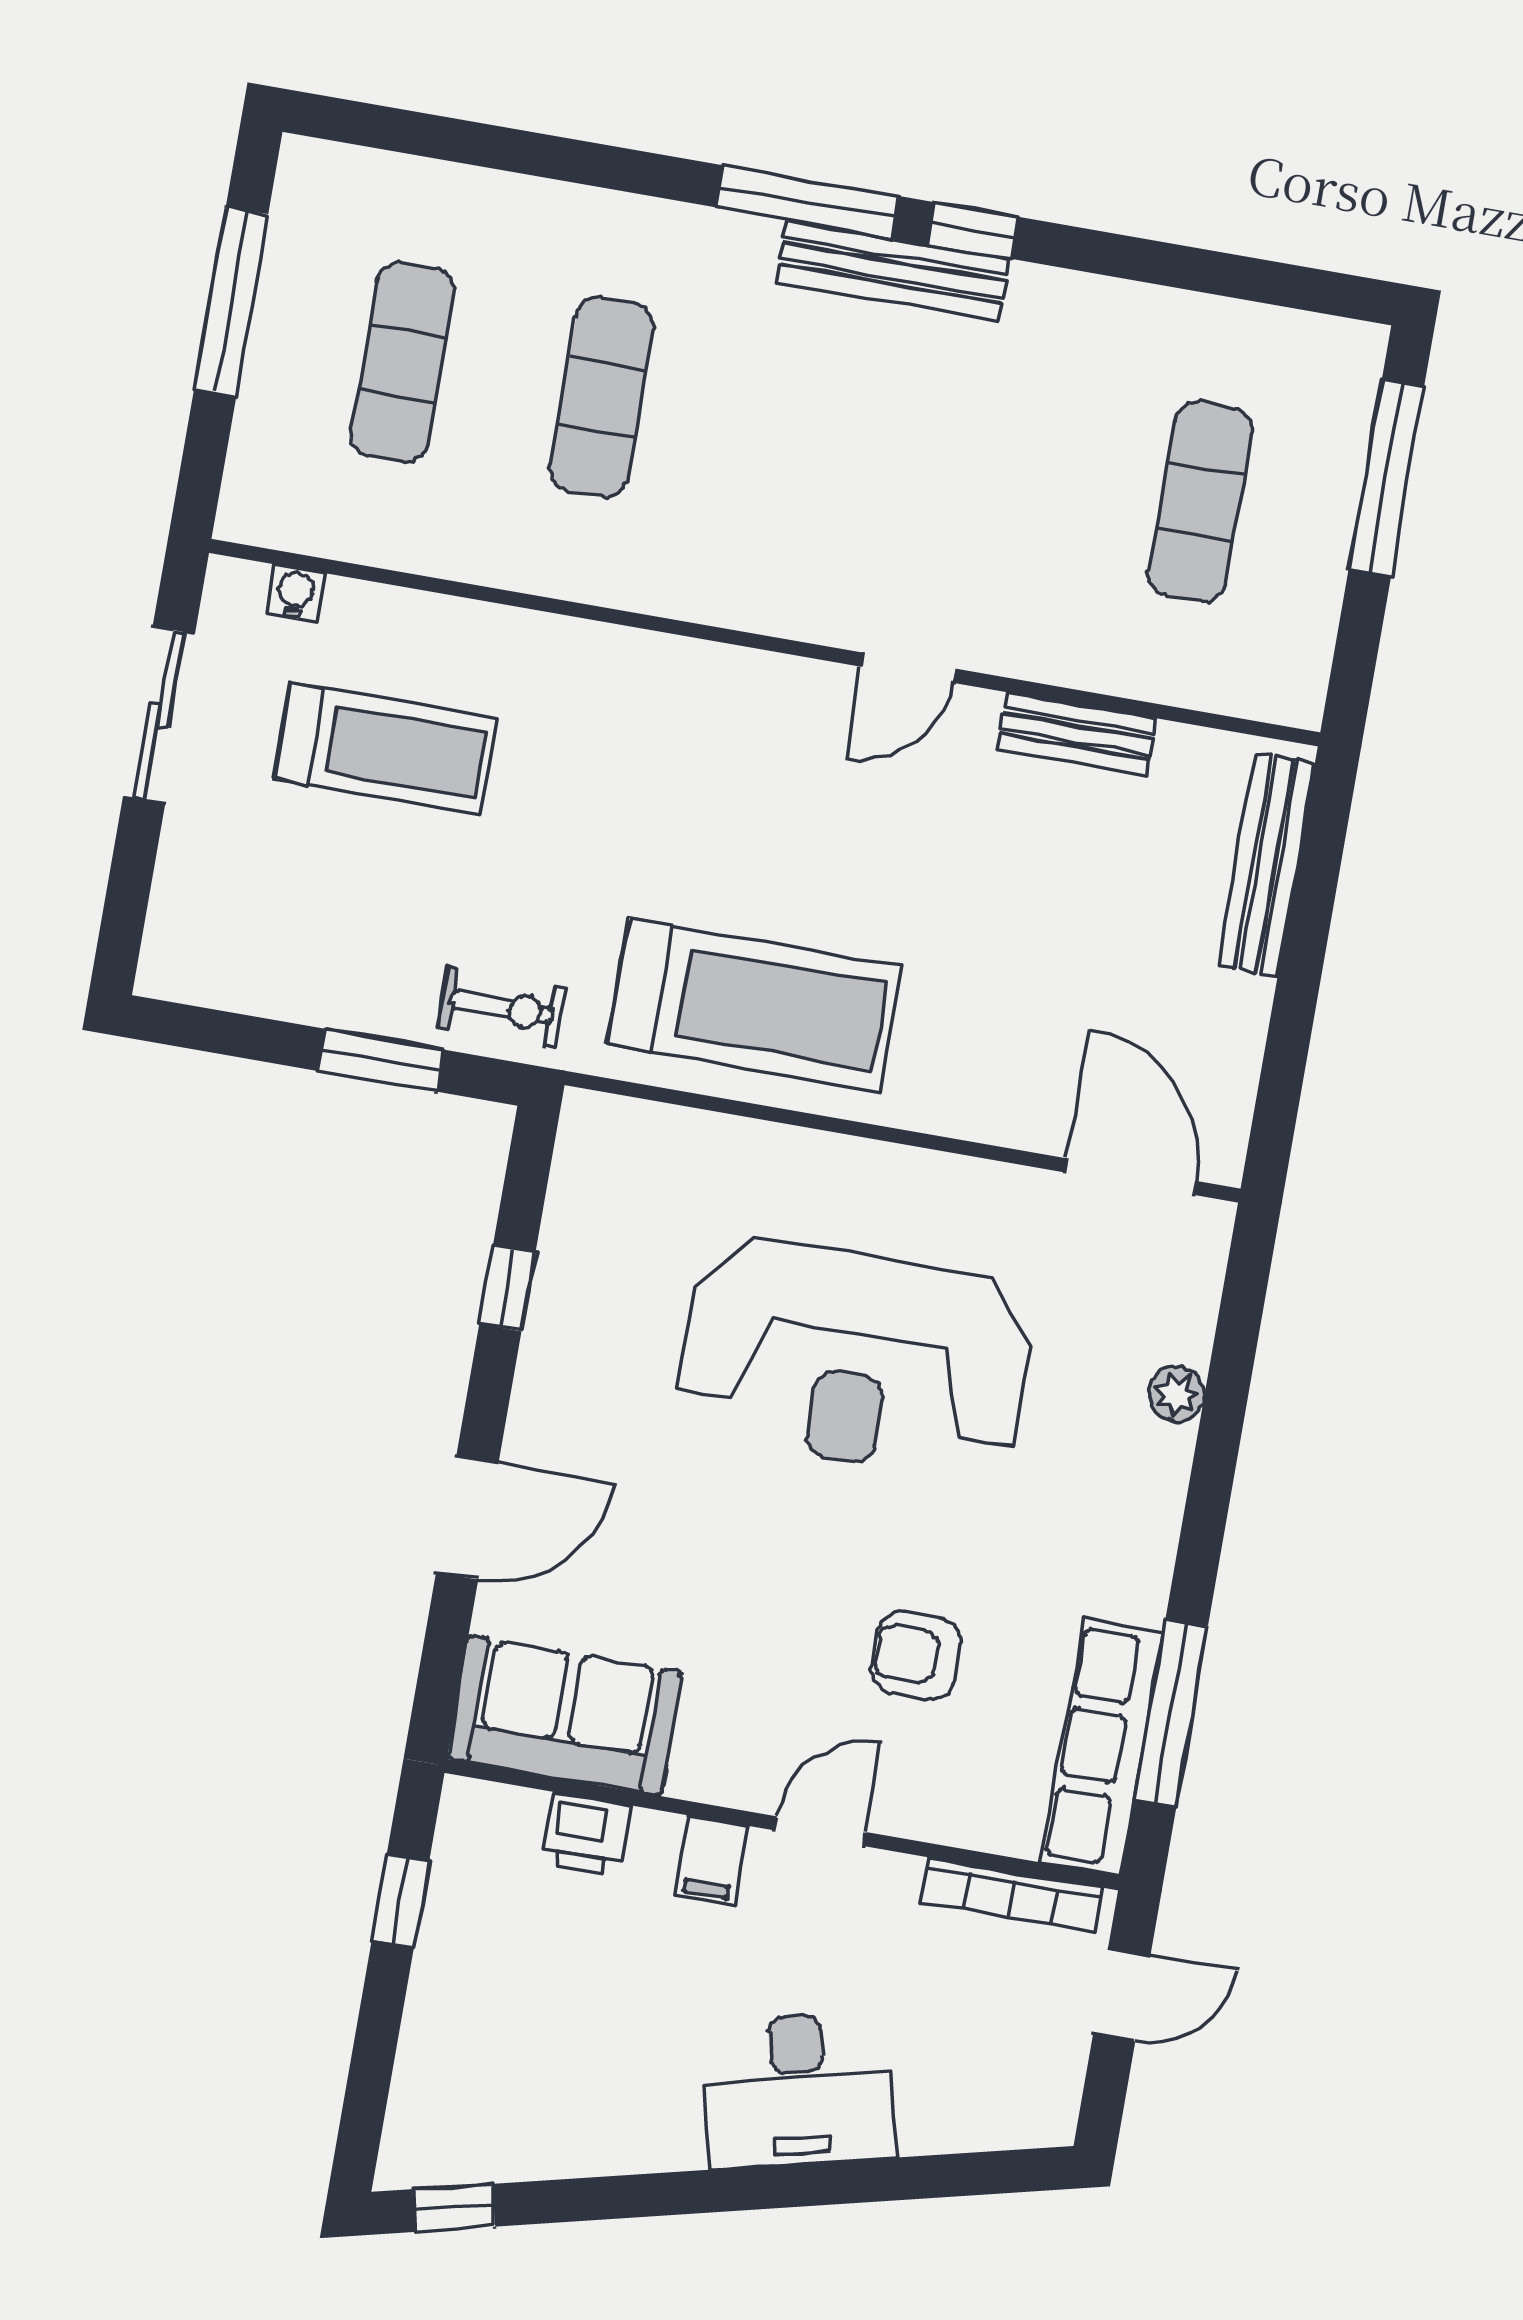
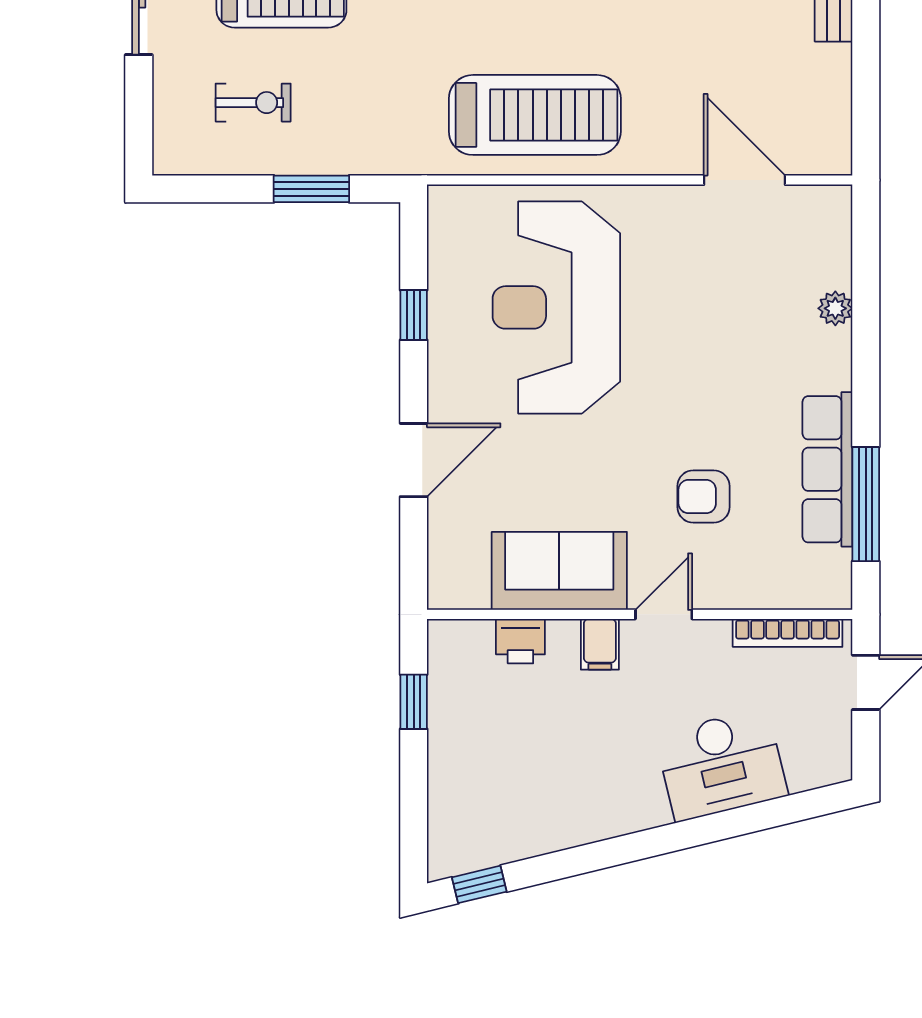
exercise bike: (502, 1008) -> (253, 103), moved
door: (1130, 1177) -> (744, 180), moved
reception desk: (855, 1358) -> (556, 307), moved, turned 90
sofa: (565, 1716) -> (559, 571), moved
row of seats: (1102, 1747) -> (827, 469), moved
desk: (799, 2090) -> (721, 765), moved

